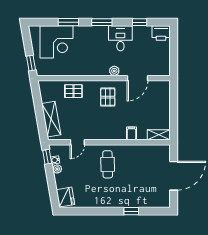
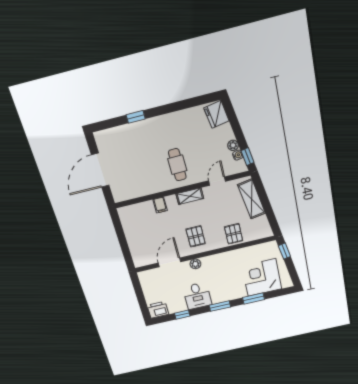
pallet: (73, 91) -> (234, 234), turned 90
shelving: (159, 135) -> (190, 196), moved

